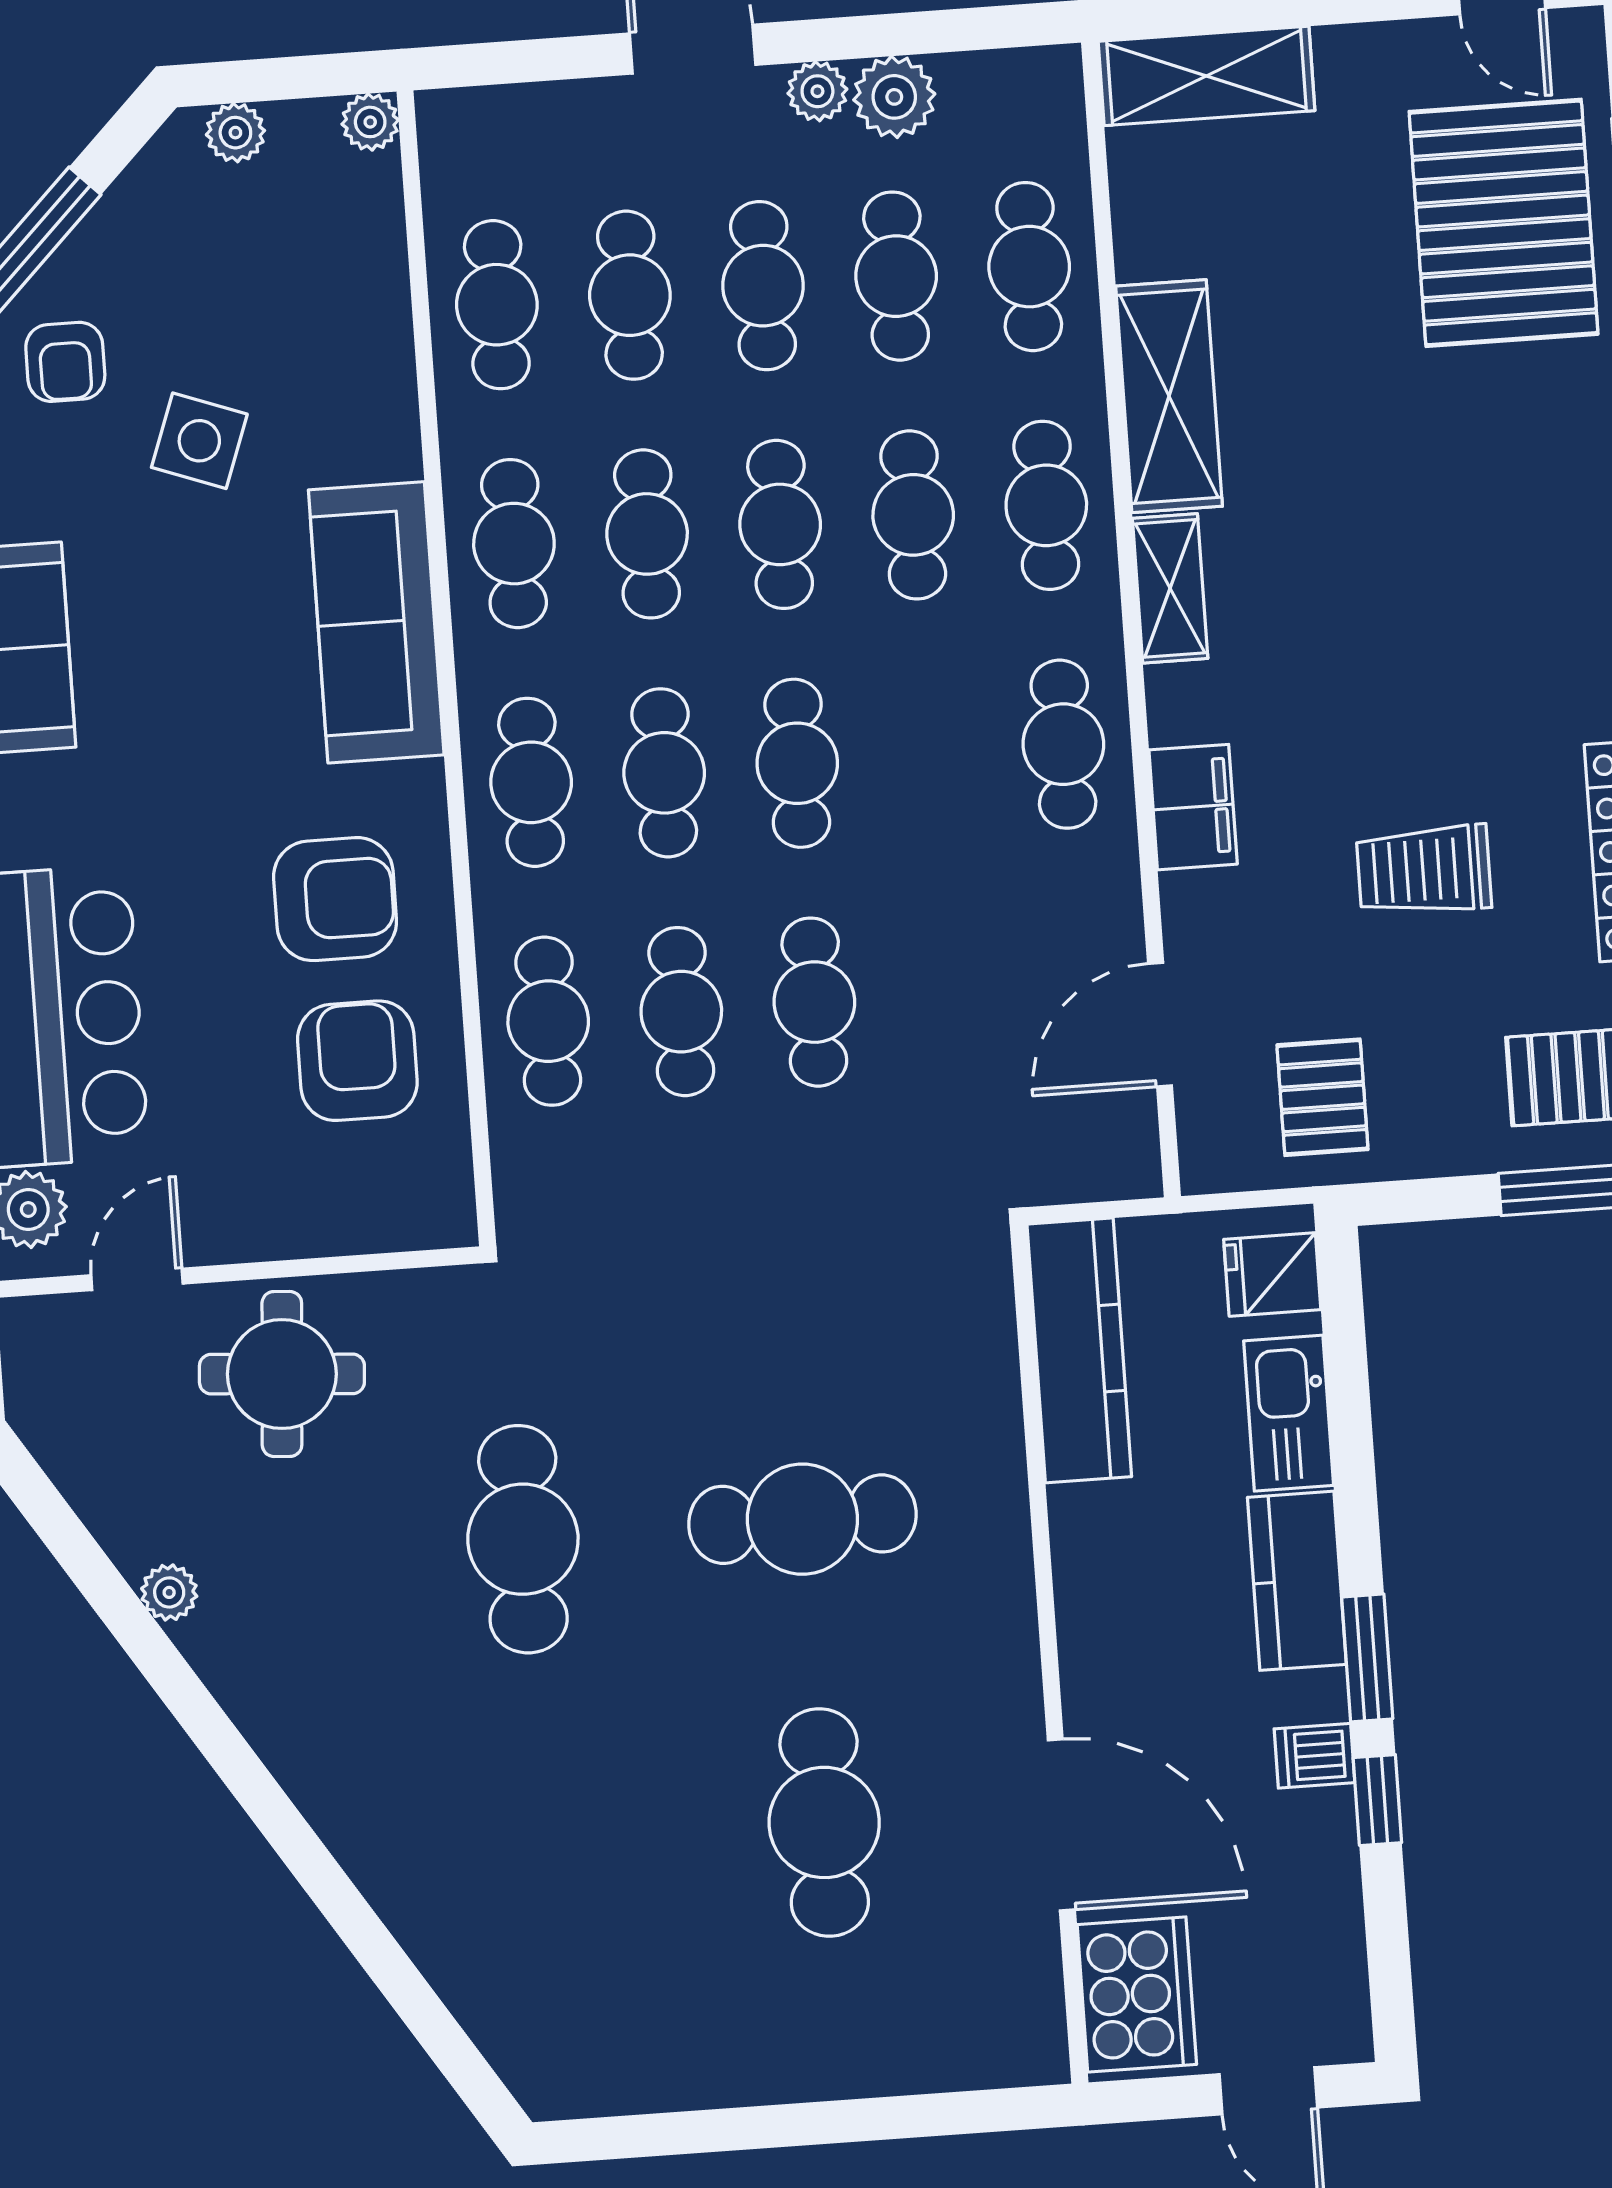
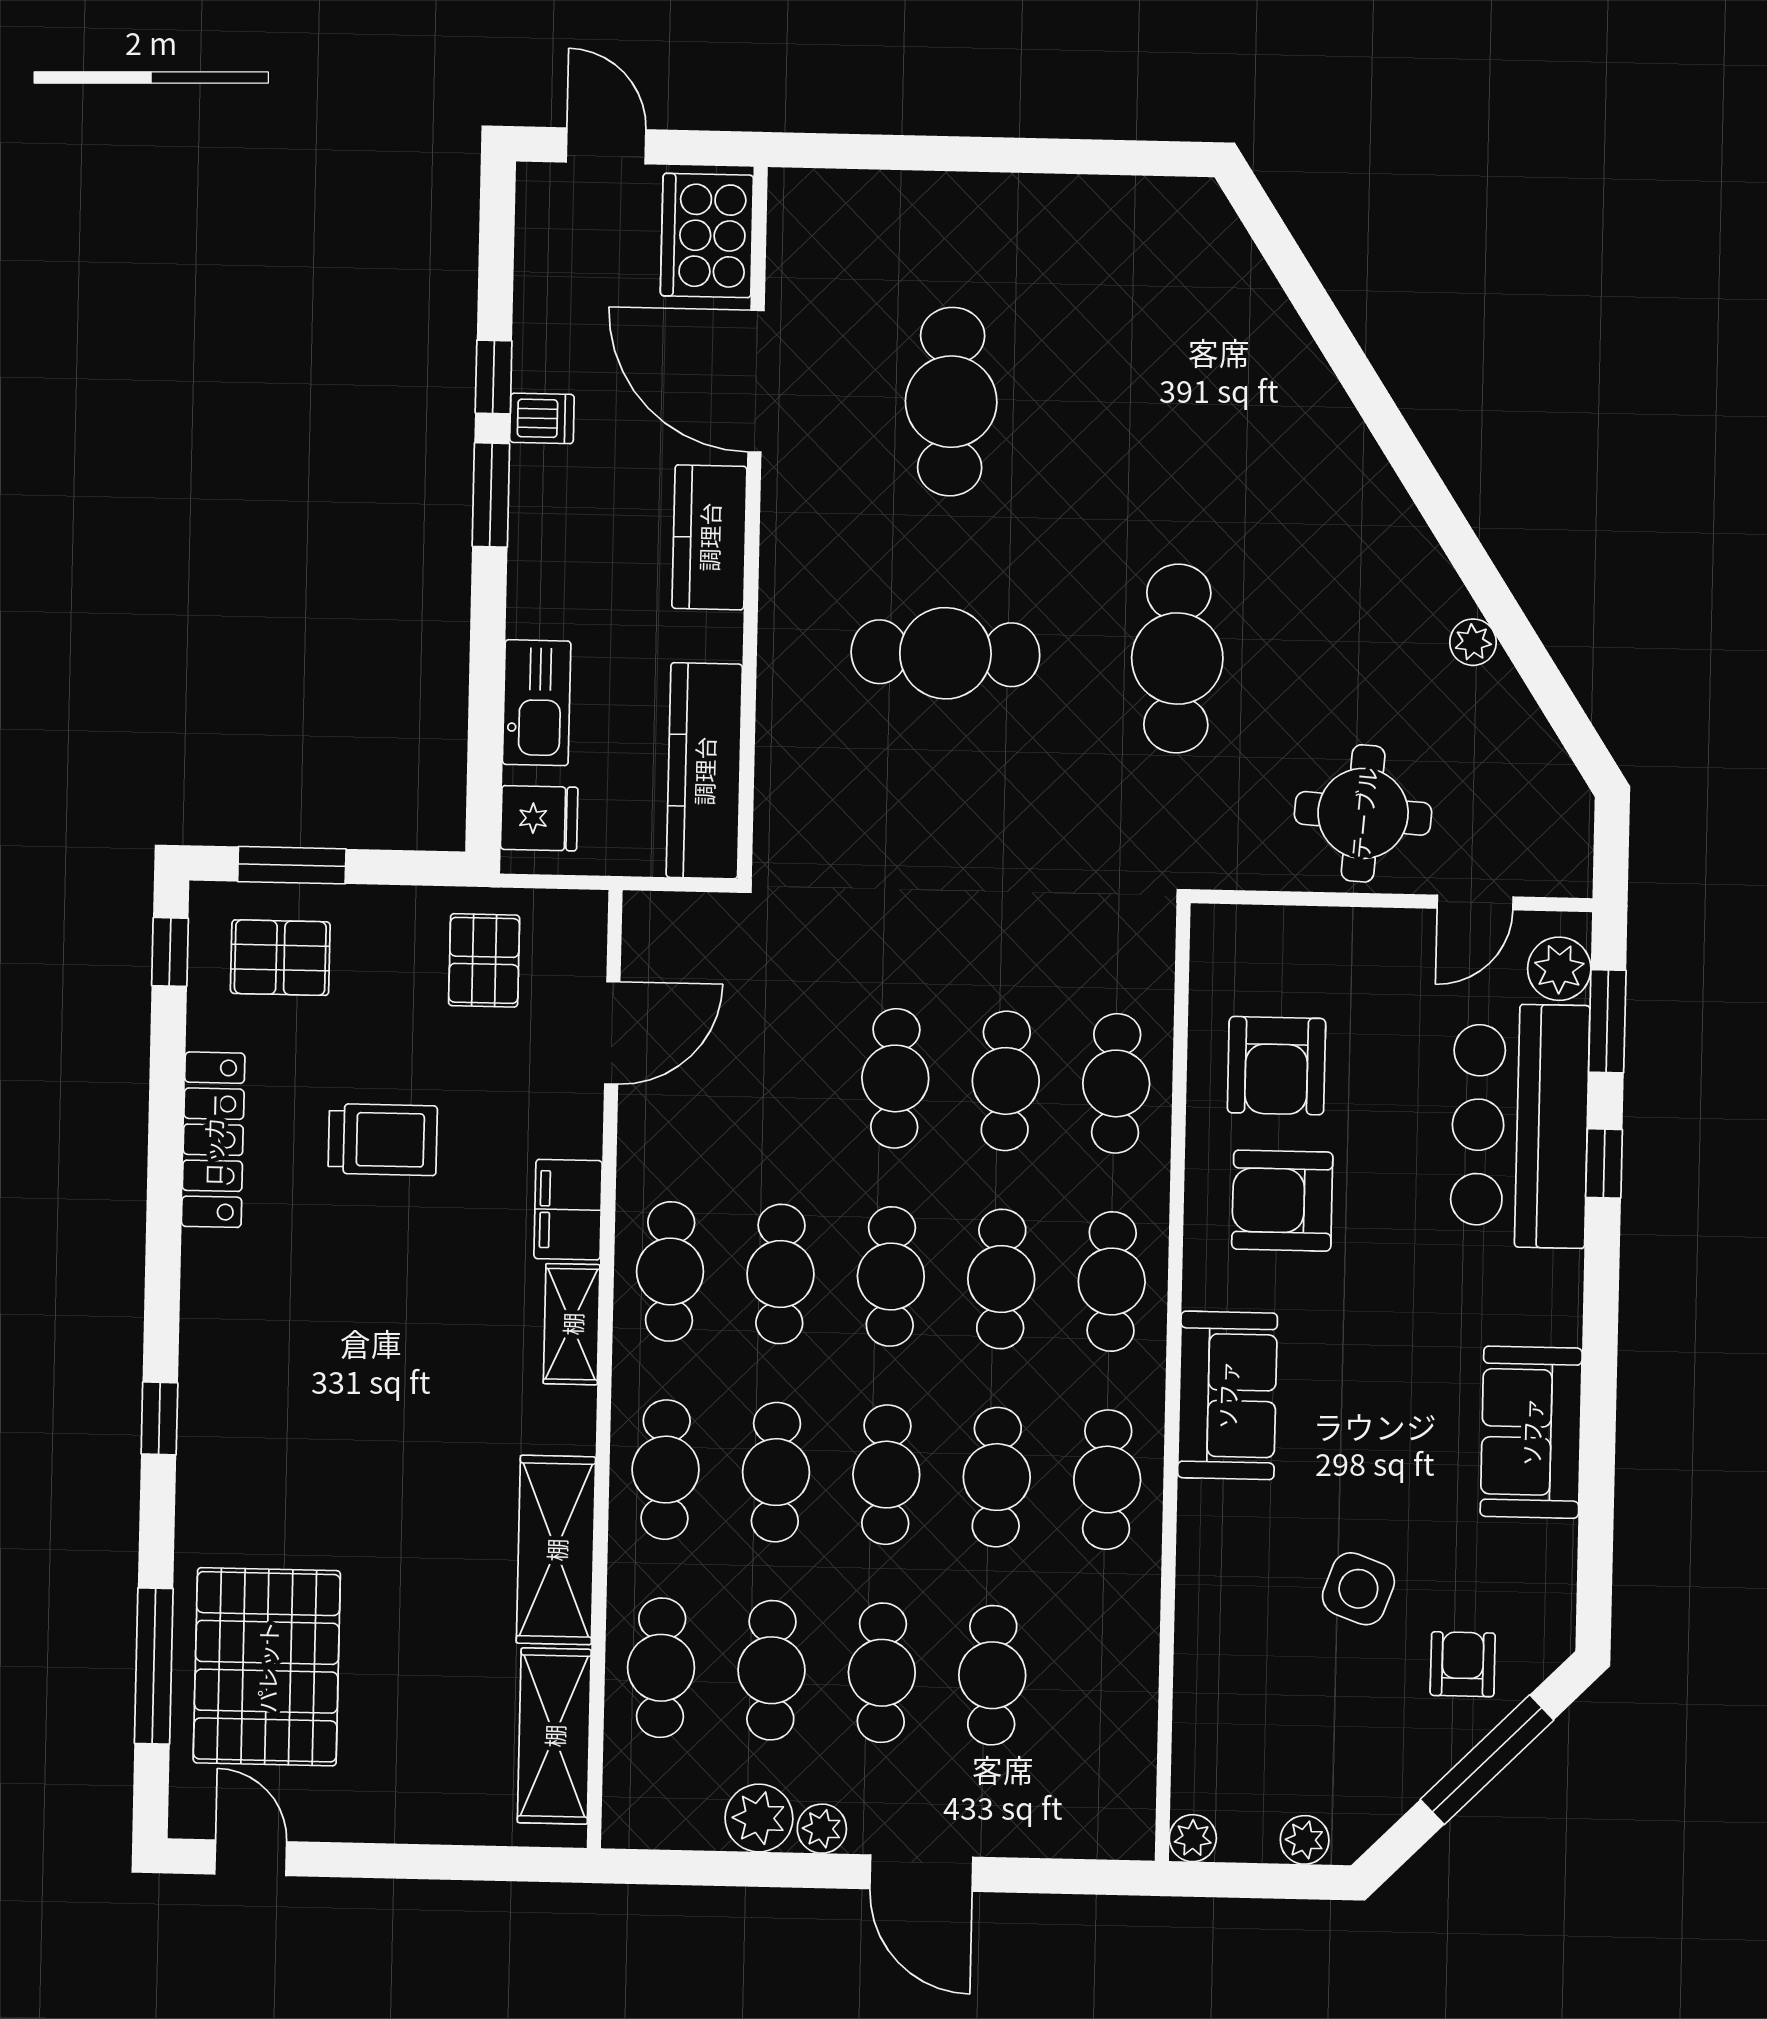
shelving: (1206, 76) -> (554, 1736), moved, turned 90
cafe table: (497, 305) -> (780, 1274), moved
shelving: (1170, 588) -> (572, 1324), moved
sofa: (376, 622) -> (1227, 1395), width x0.73
kitchen counter: (1297, 1581) -> (709, 537), moved, turned 180

